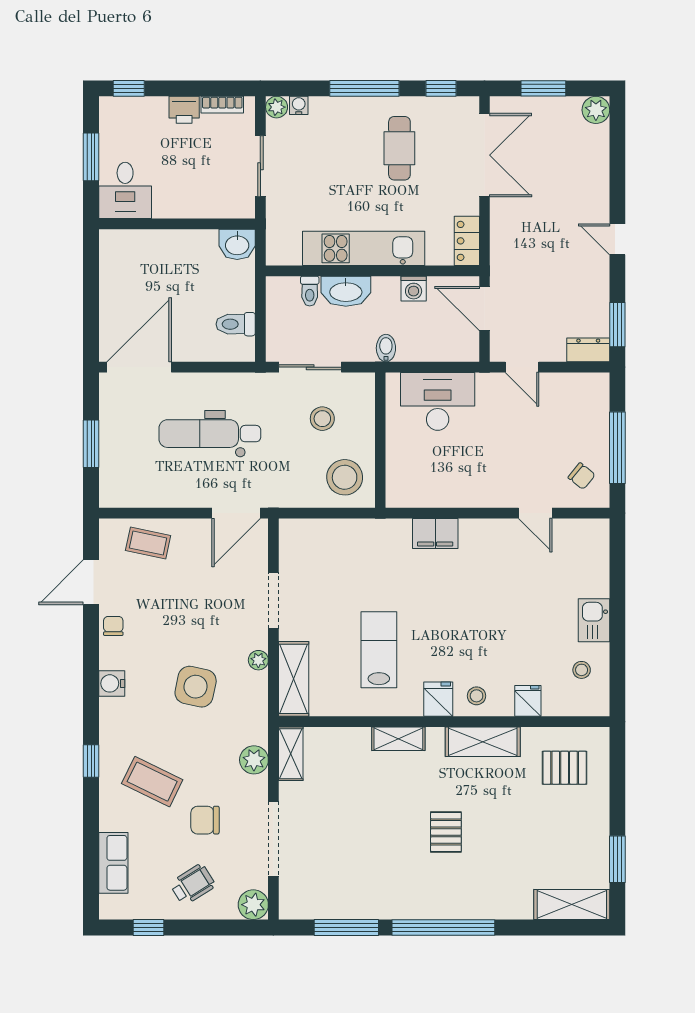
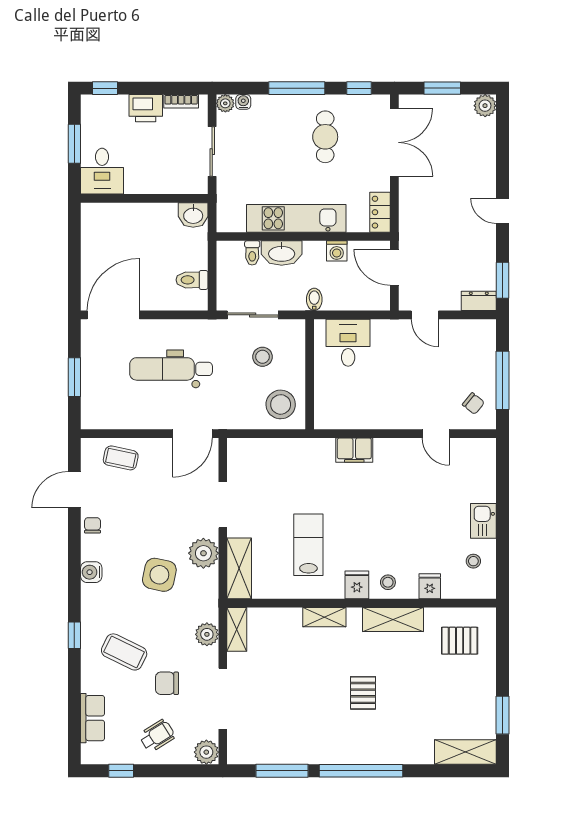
printer: (184, 110) -> (146, 108), width x1.36, depth x1.24
desk: (438, 401) -> (348, 343), width x0.73
plant: (258, 660) -> (203, 553), width x1.88, depth x1.88

